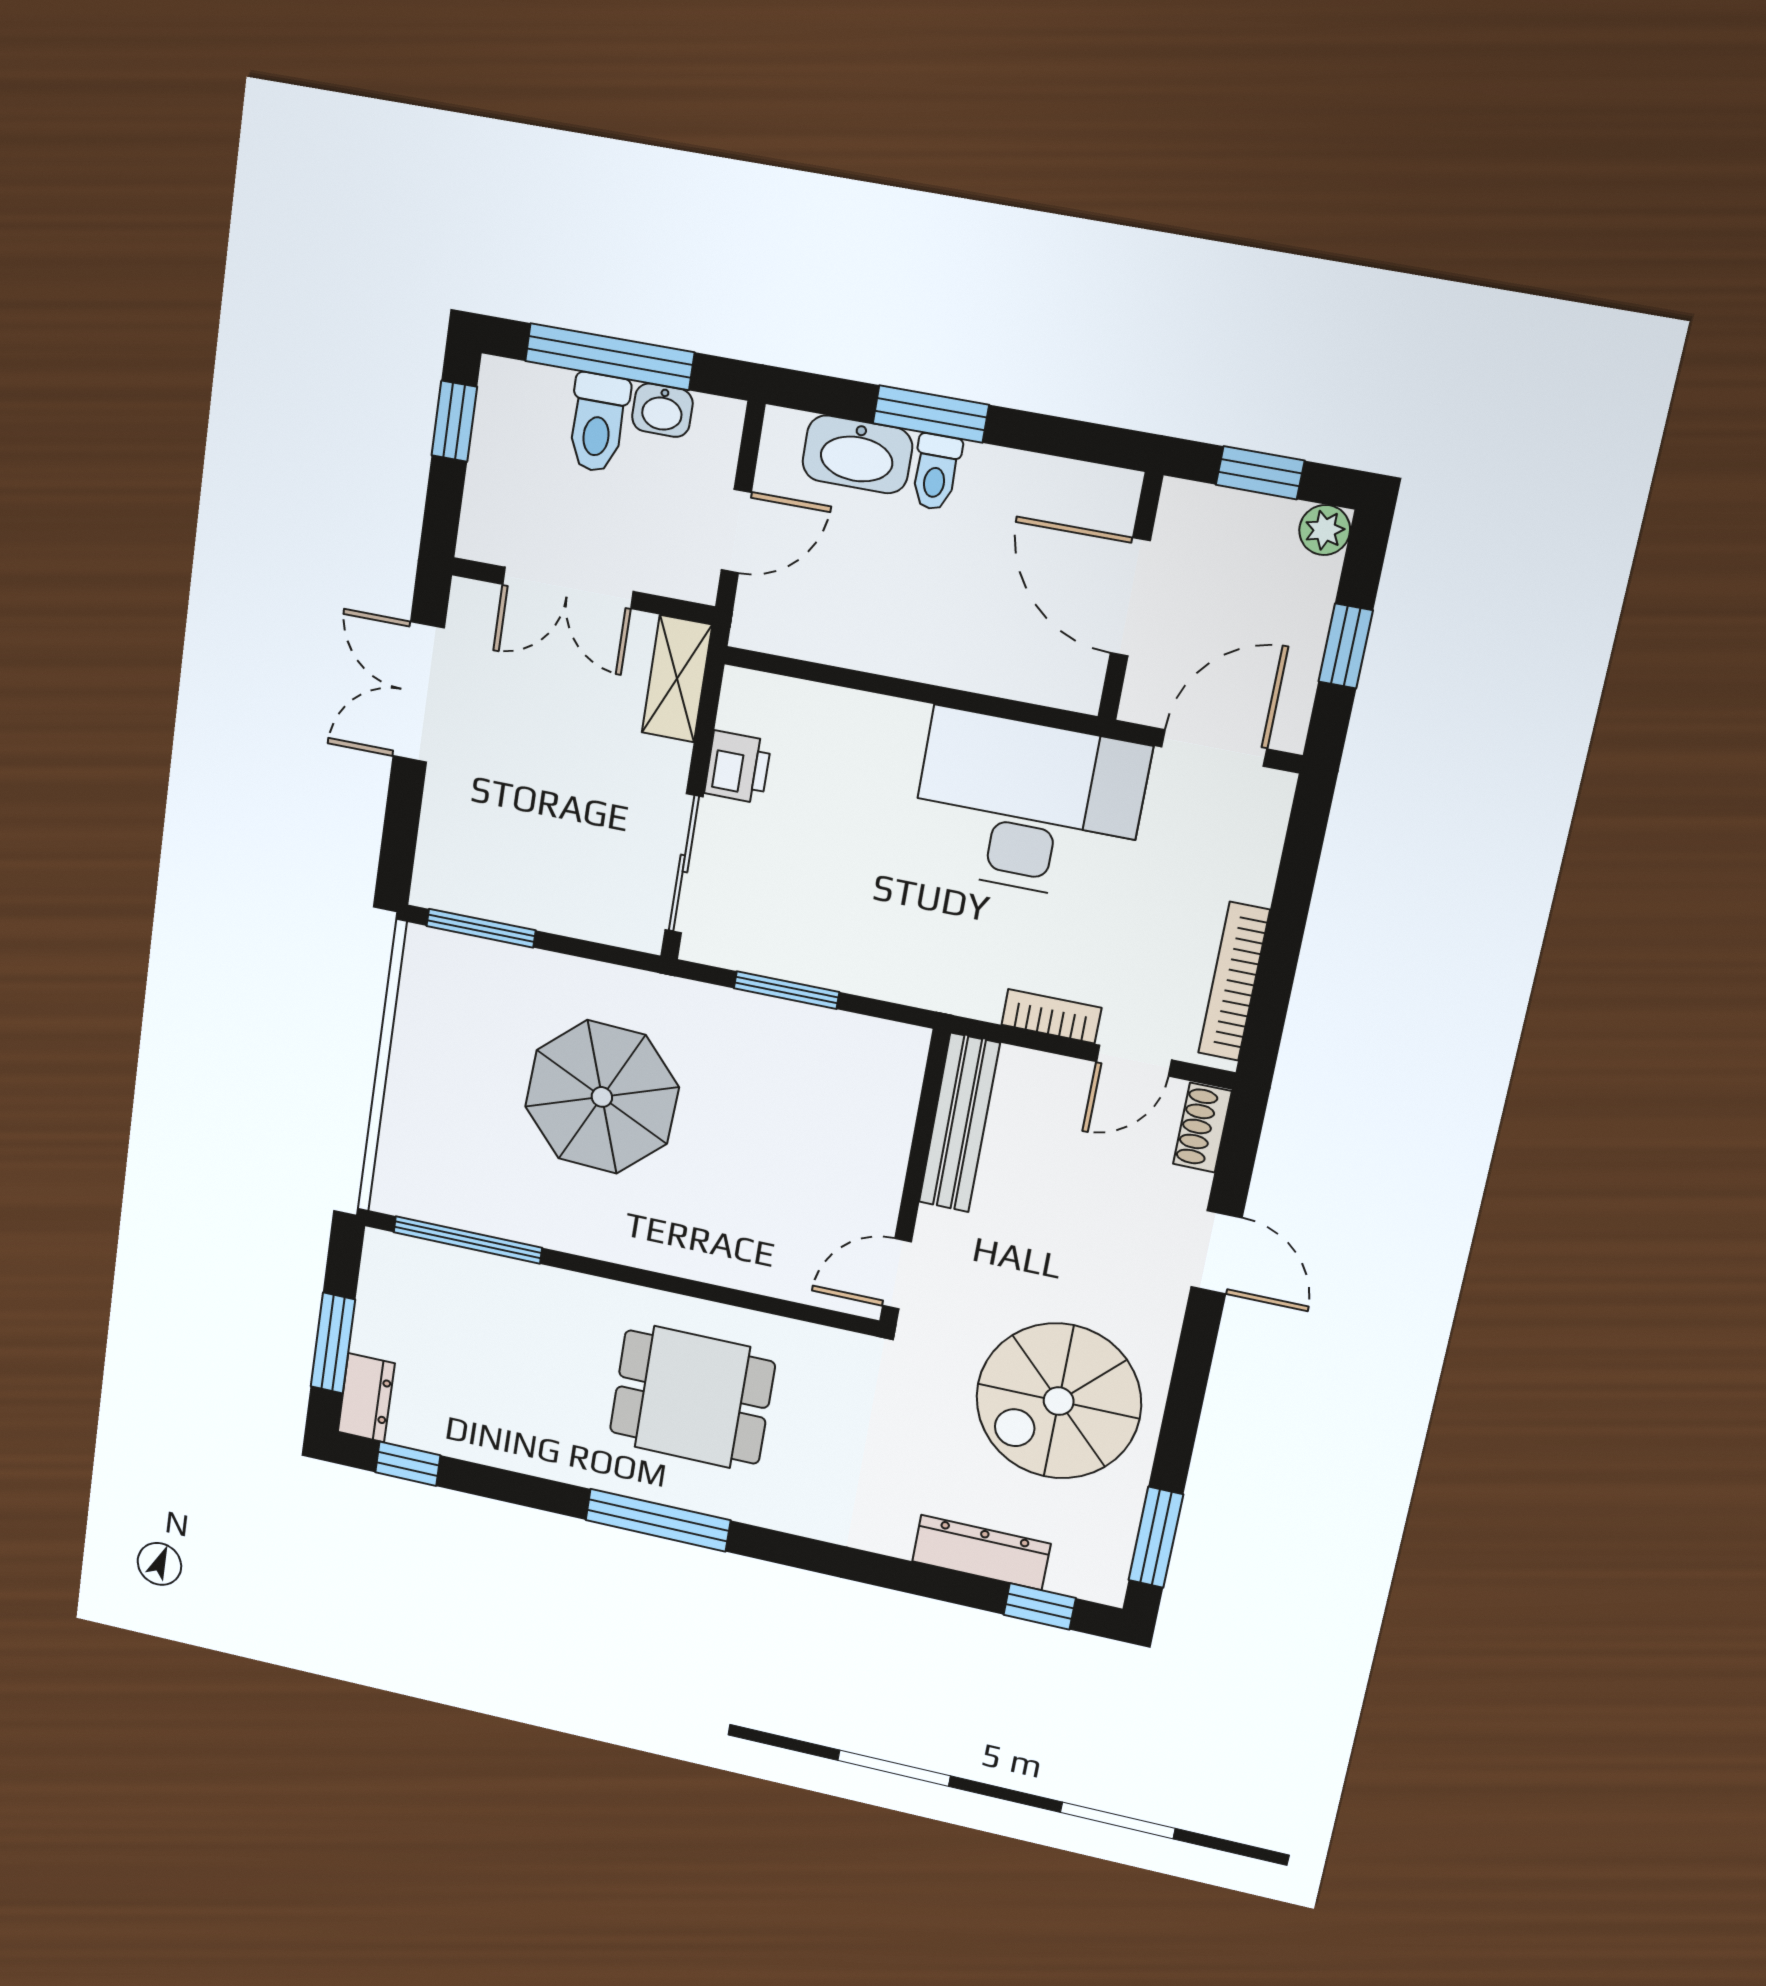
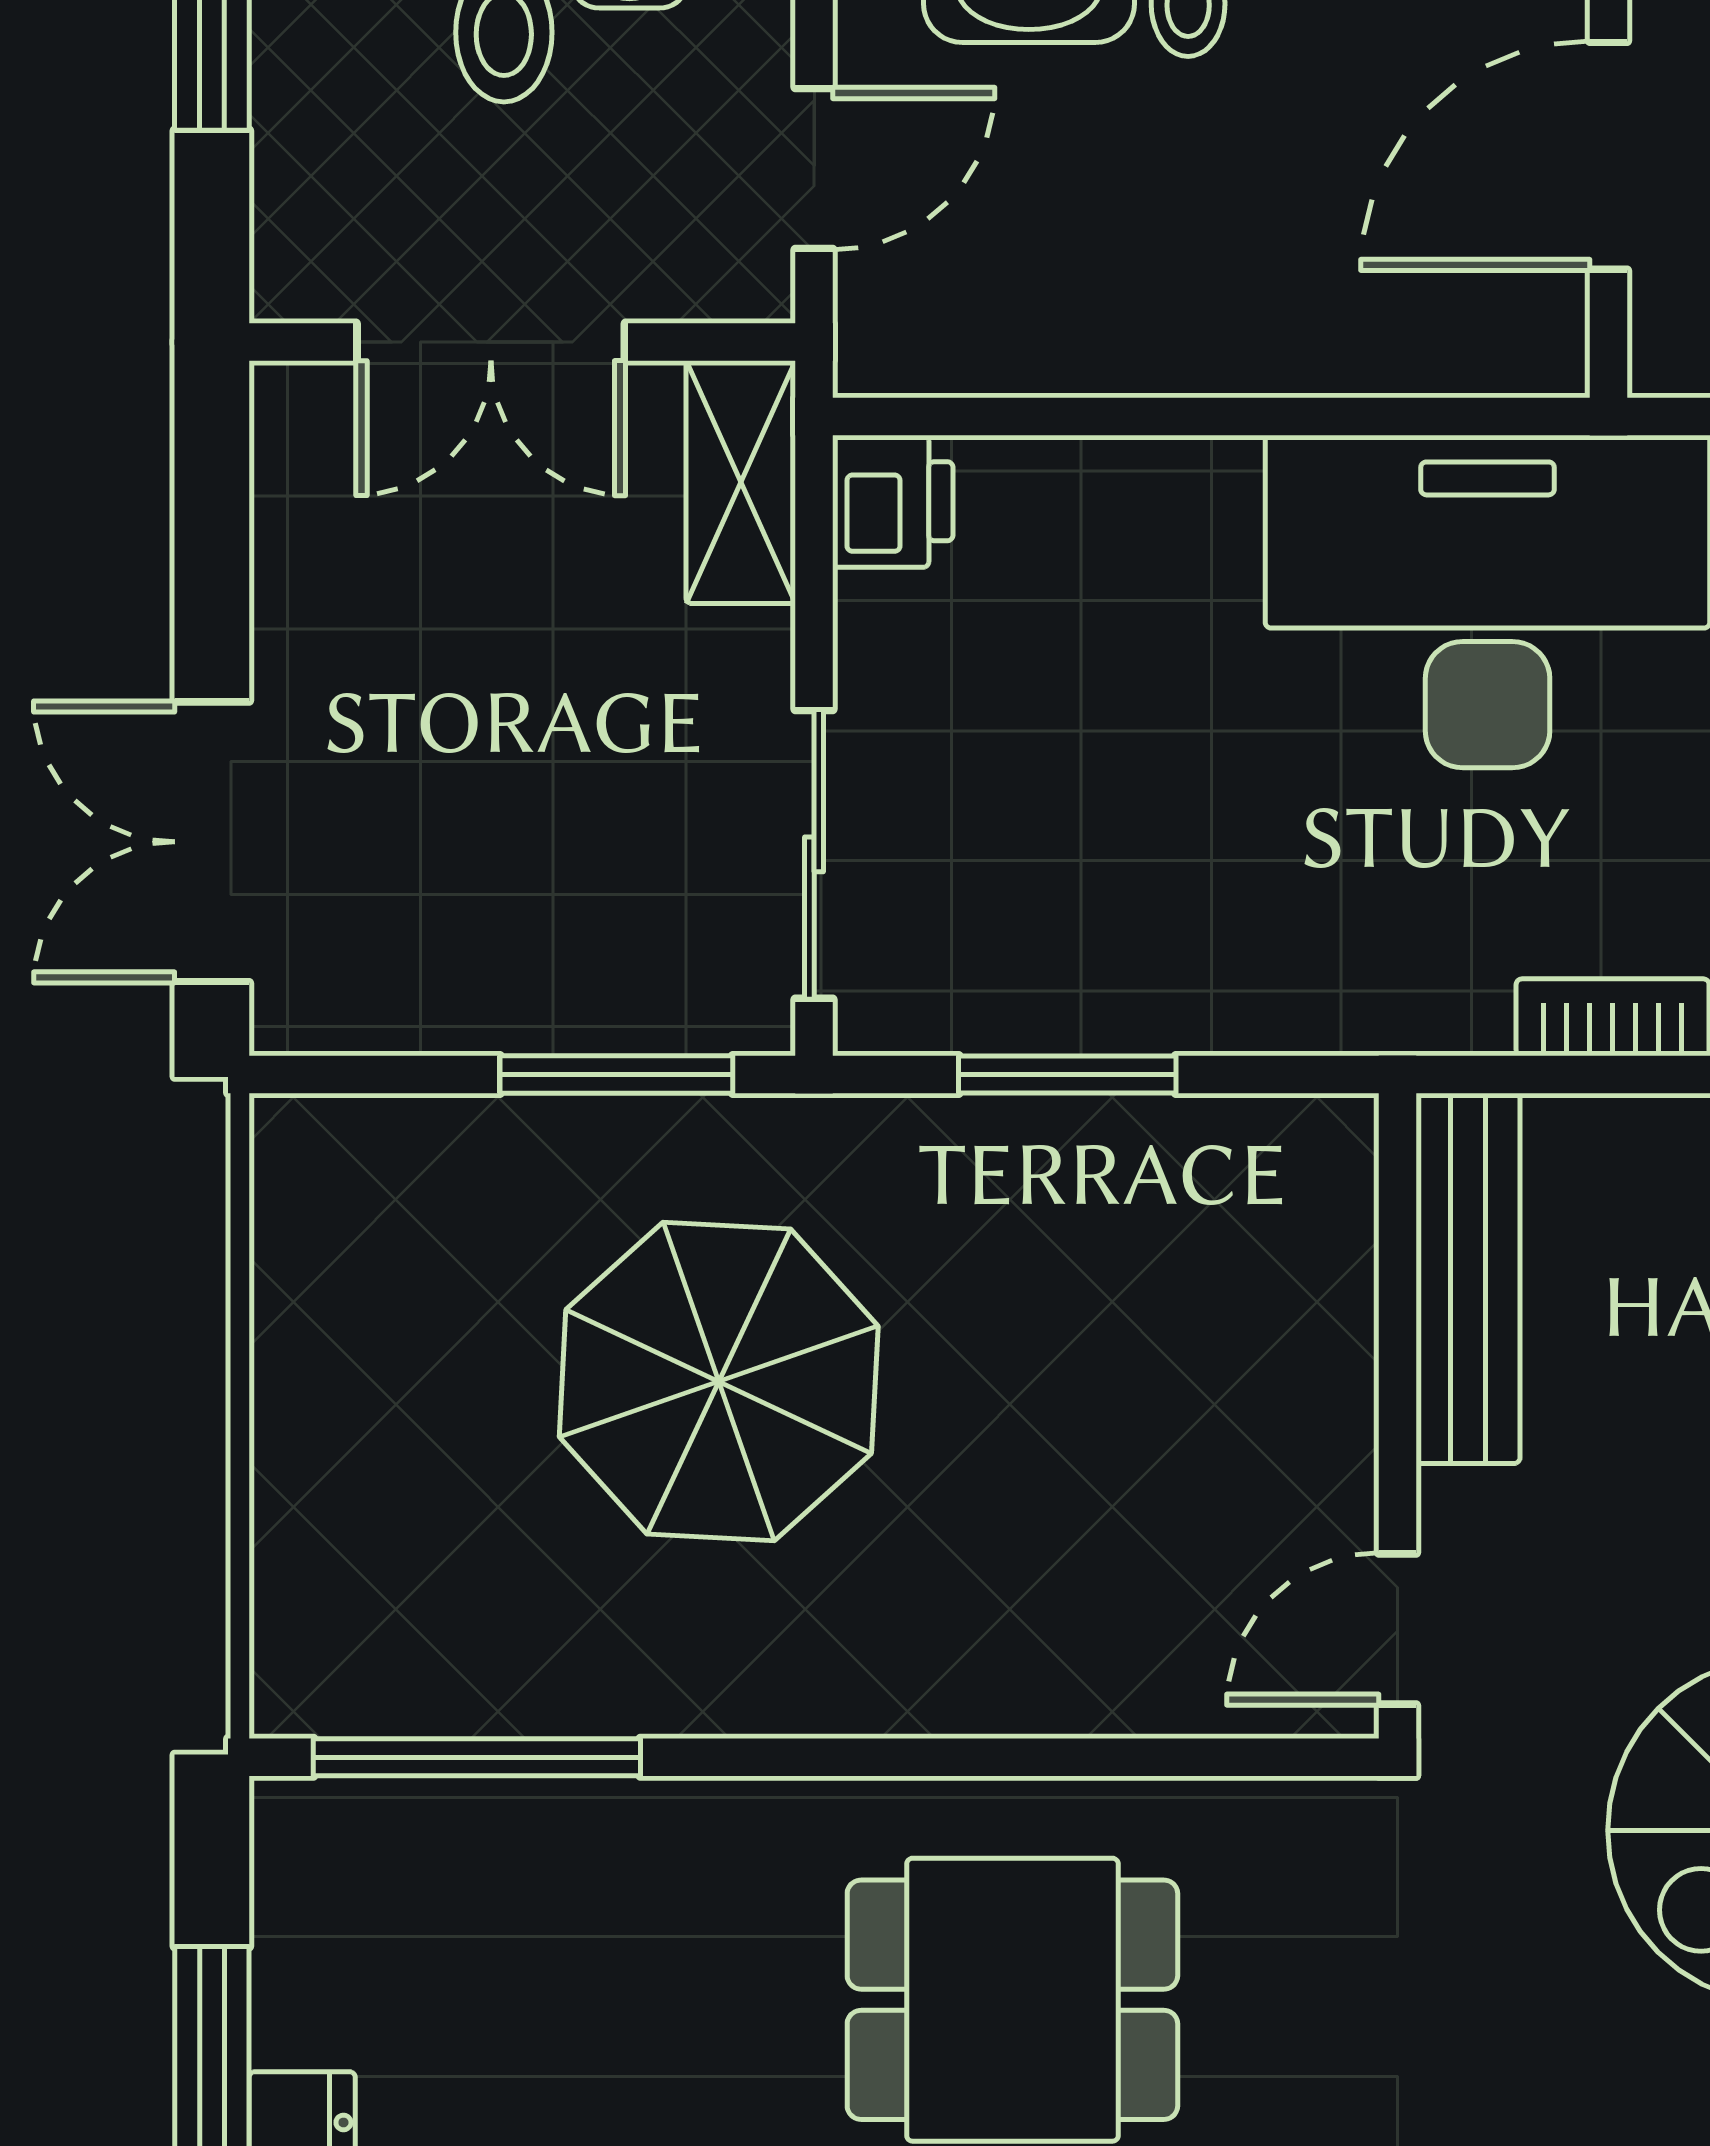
door: (1130, 597) -> (1609, 156), hinge flipped
double door: (419, 692) -> (212, 842), moved
printer: (738, 767) -> (893, 501), moved
window: (481, 928) -> (616, 1074), moved

